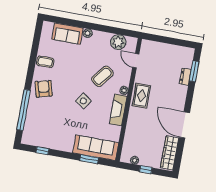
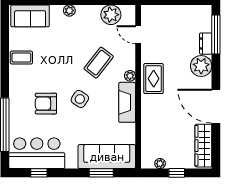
sofa: (67, 34) -> (30, 16), moved
window: (194, 71) -> (216, 35), width x1.44
armchair: (44, 89) -> (46, 104), moved, turned -75
plant: (179, 93) -> (201, 66), added
bar counter: (44, 136) -> (37, 153), added

